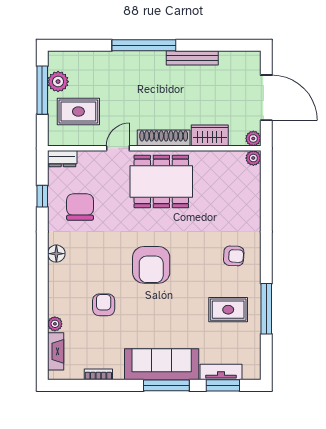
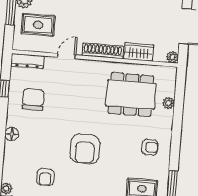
plant: (253, 158) -> (169, 103), moved
dresser: (62, 159) -> (27, 61), width x1.44
dining table: (161, 181) -> (131, 95), moved
armchair: (104, 305) -> (45, 177), turned 180

